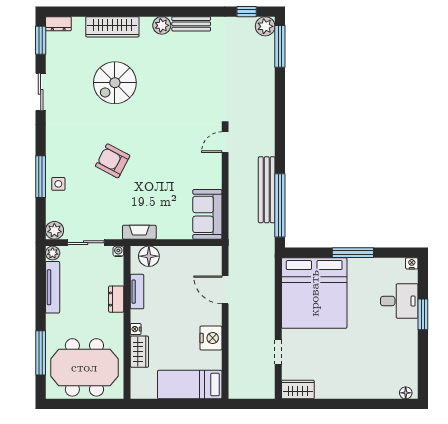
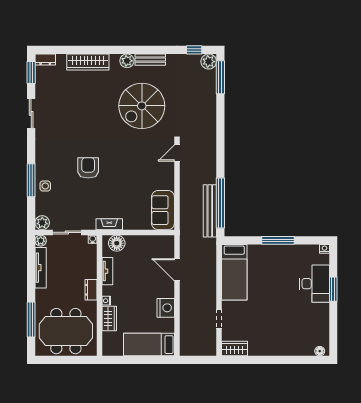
spiral stairs: (115, 83) -> (142, 106), moved, width x1.37, depth x1.37
armchair: (113, 161) -> (88, 168), turned 62
bench: (267, 190) -> (210, 211), moved
bed: (314, 293) -> (234, 272), width x0.49
dresser: (116, 299) -> (91, 290), moved
desk: (399, 301) -> (315, 284), width x1.37

